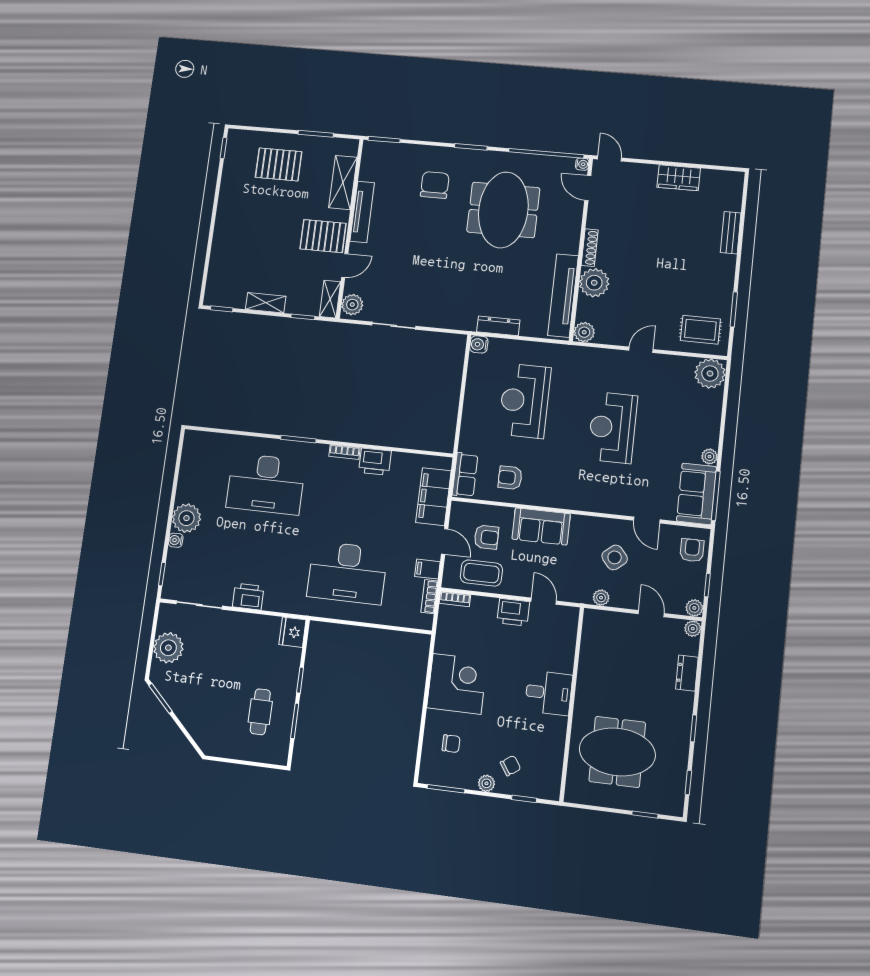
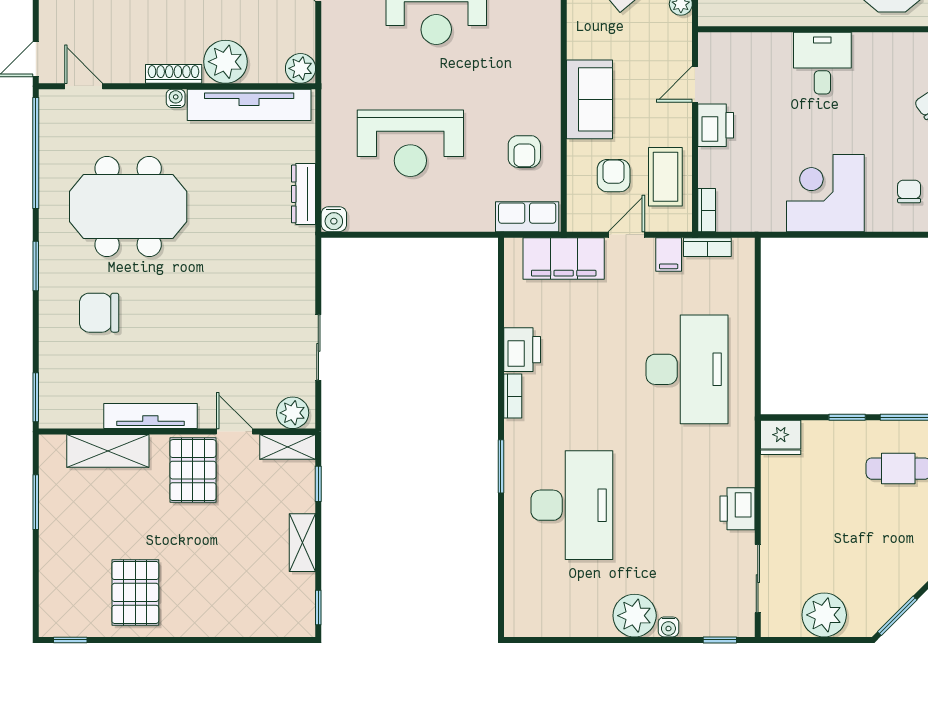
pallet: (279, 164) -> (135, 592), moved
water cooler: (582, 164) -> (176, 98), moved
door: (588, 188) -> (84, 86), swing flipped

